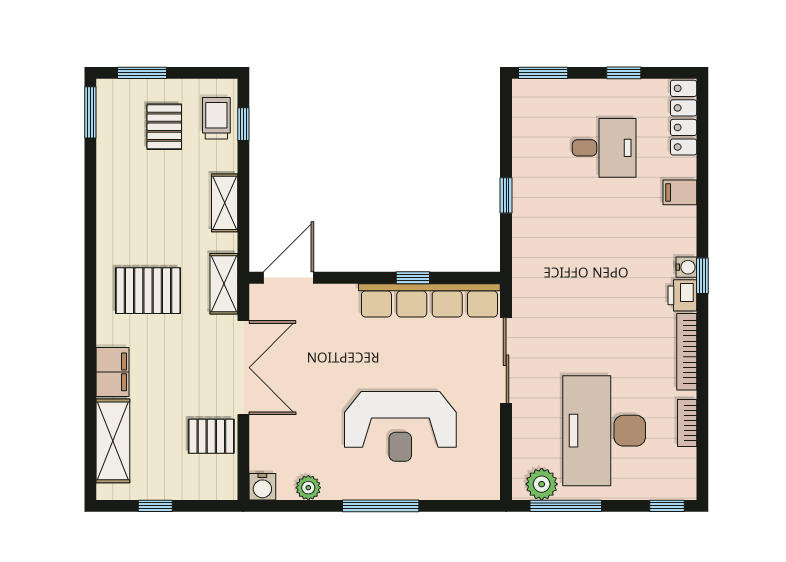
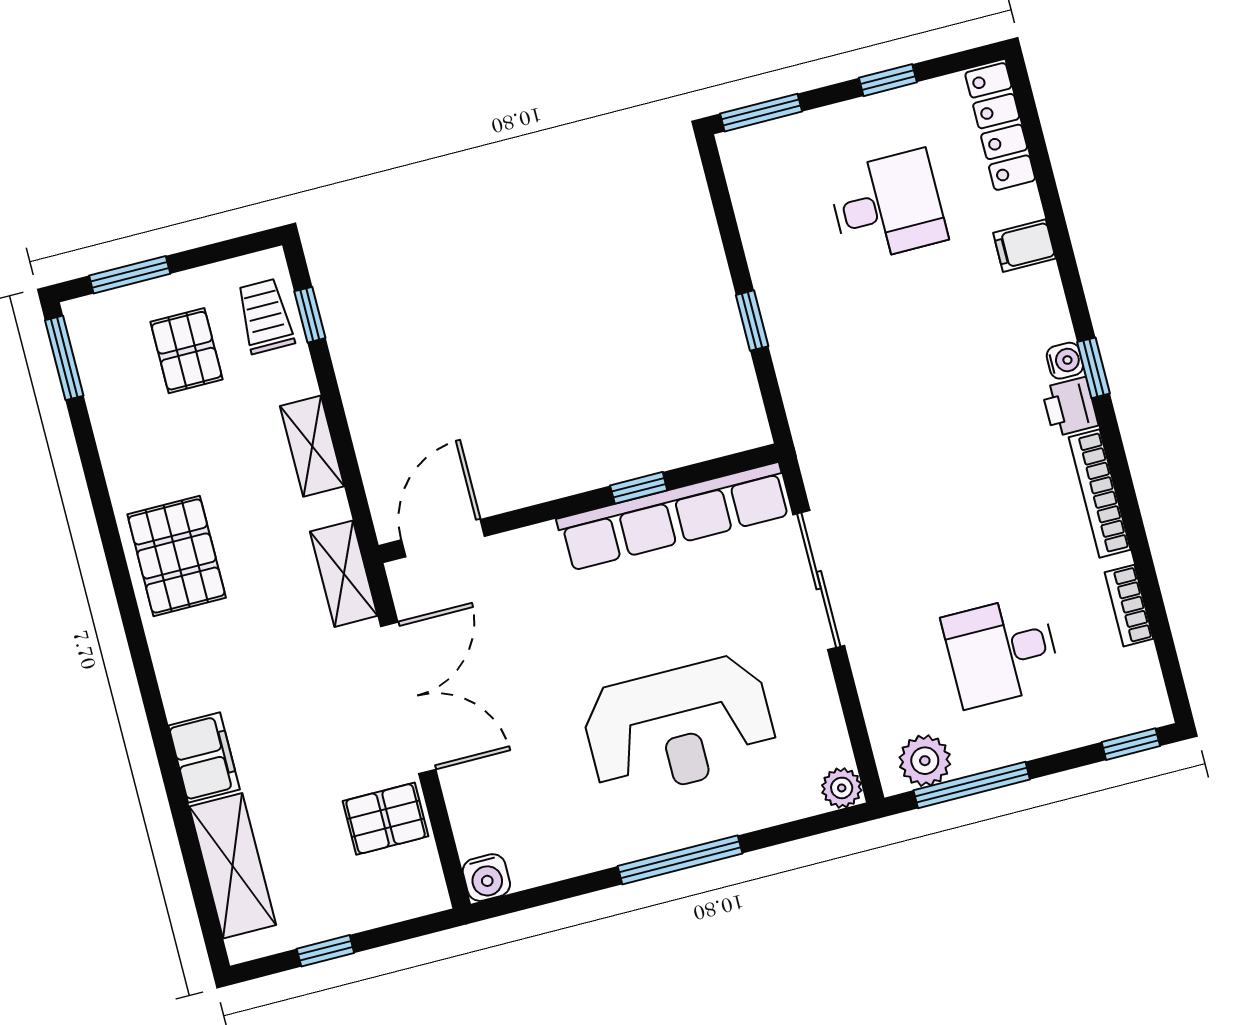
pallet: (148, 291) -> (177, 556), moved, turned 90
desk: (604, 431) -> (1002, 651), width x0.53, depth x0.77
plant: (308, 488) -> (842, 788), moved

